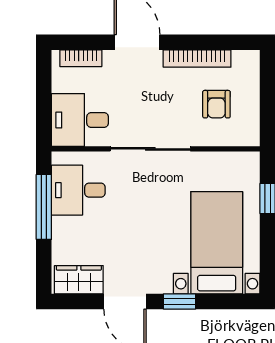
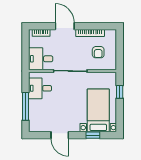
window: (44, 207) -> (26, 106), moved
wardrobe: (79, 280) -> (40, 126), removed
window: (179, 301) -> (93, 135), moved

